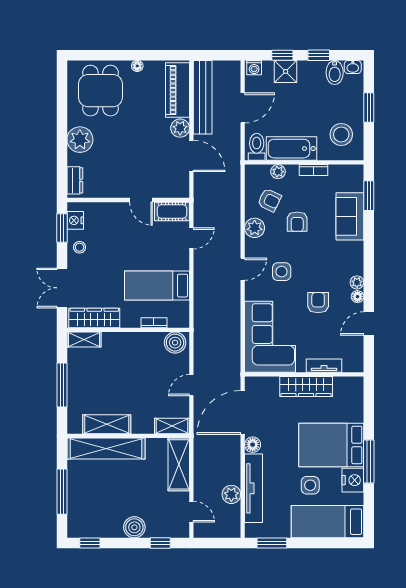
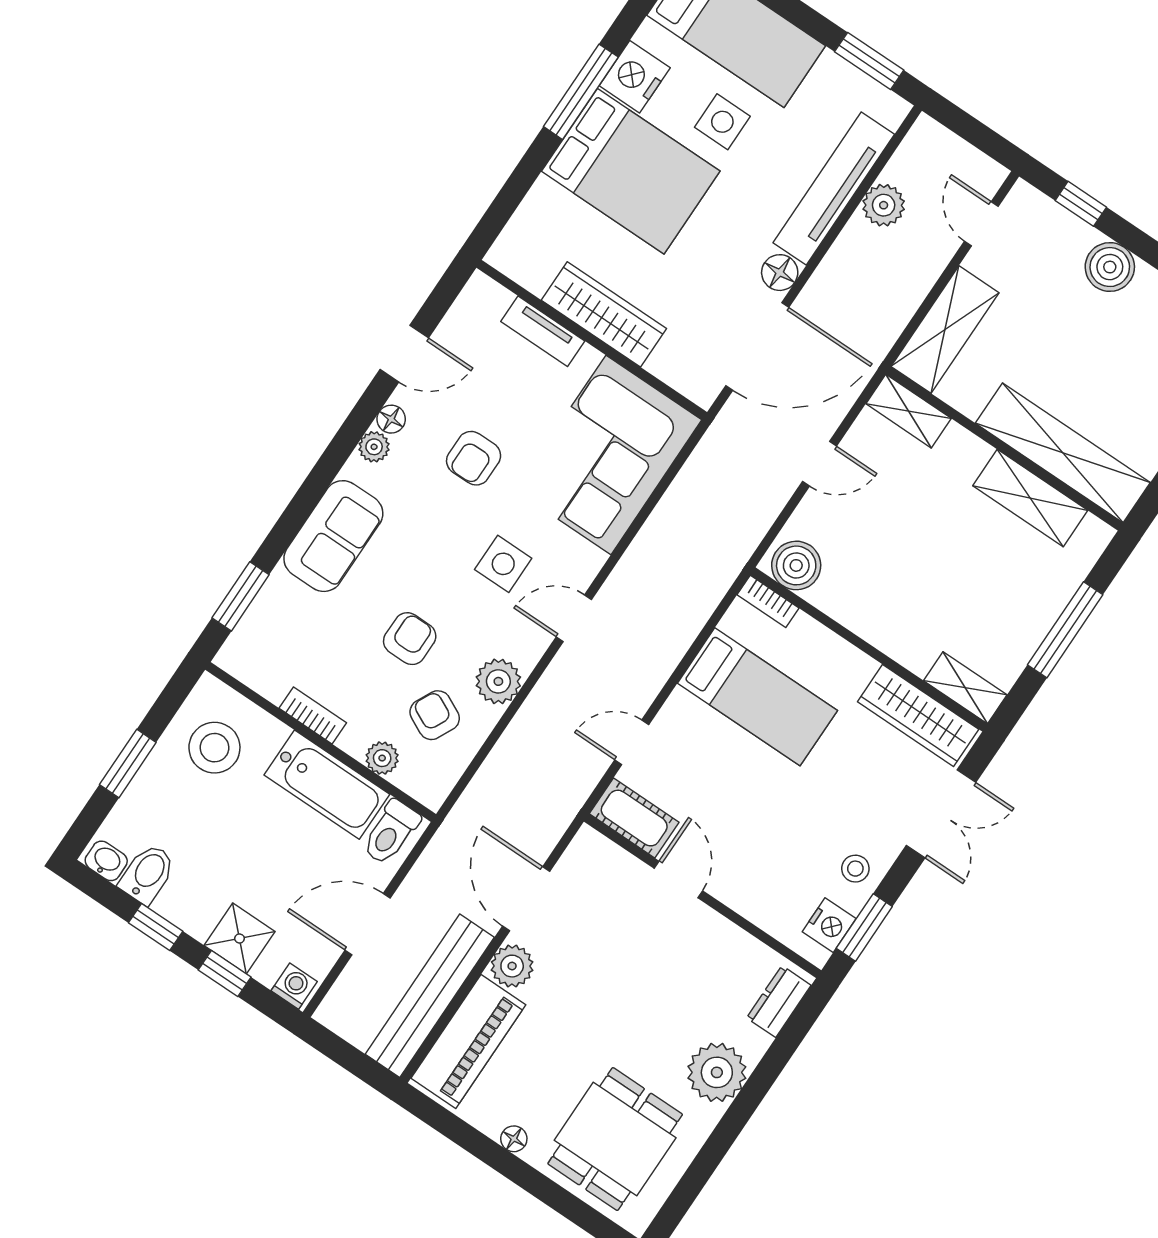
sofa: (350, 216) -> (333, 536), moved
bookcase: (154, 323) -> (768, 601), moved

